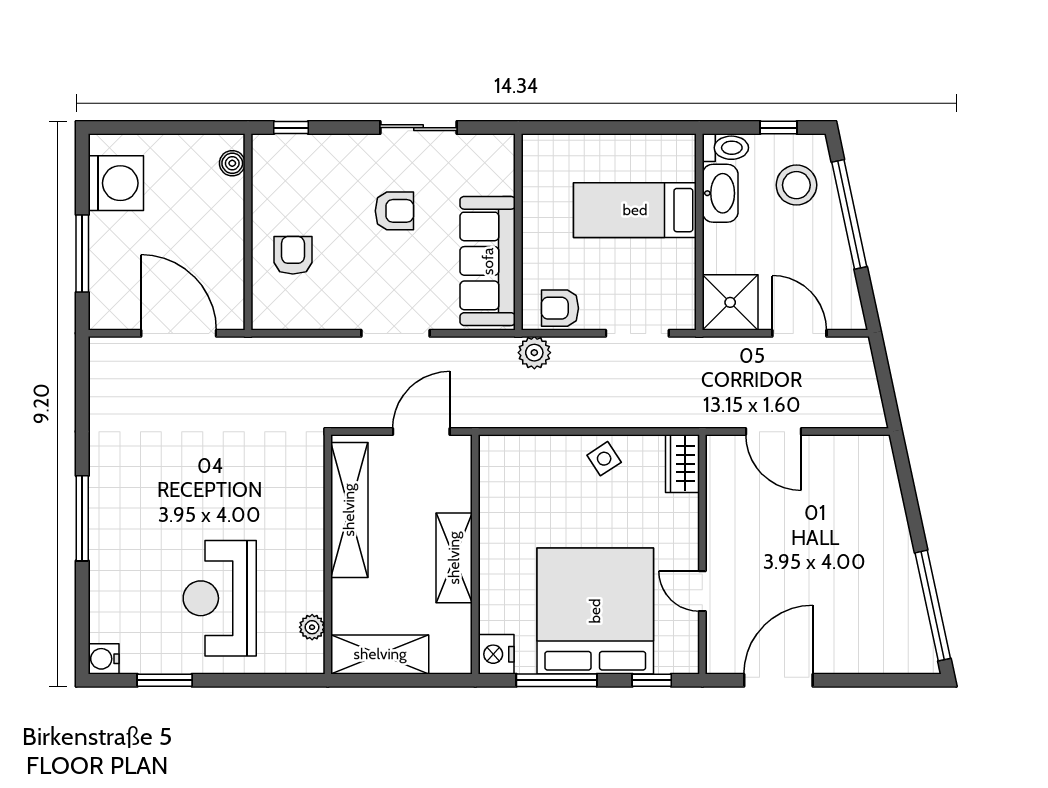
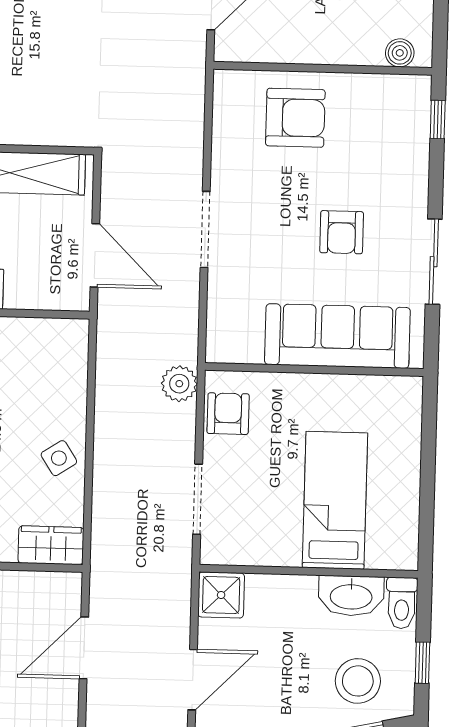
armchair: (293, 255) -> (295, 118), width x1.38, depth x1.38
sofa: (488, 261) -> (337, 336), moved
shower: (730, 302) -> (221, 595), width x0.73, depth x0.73

